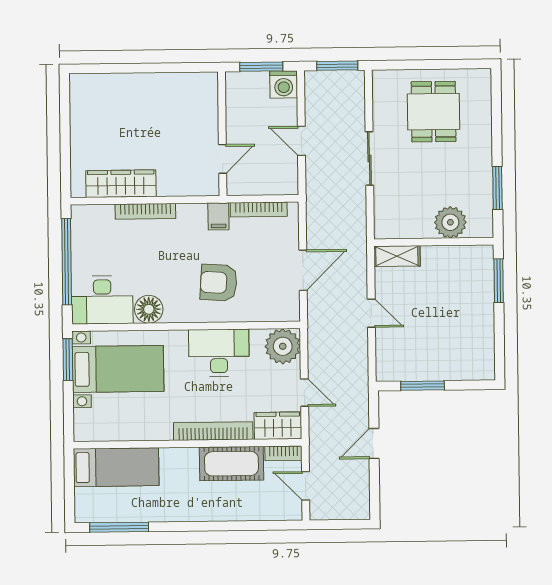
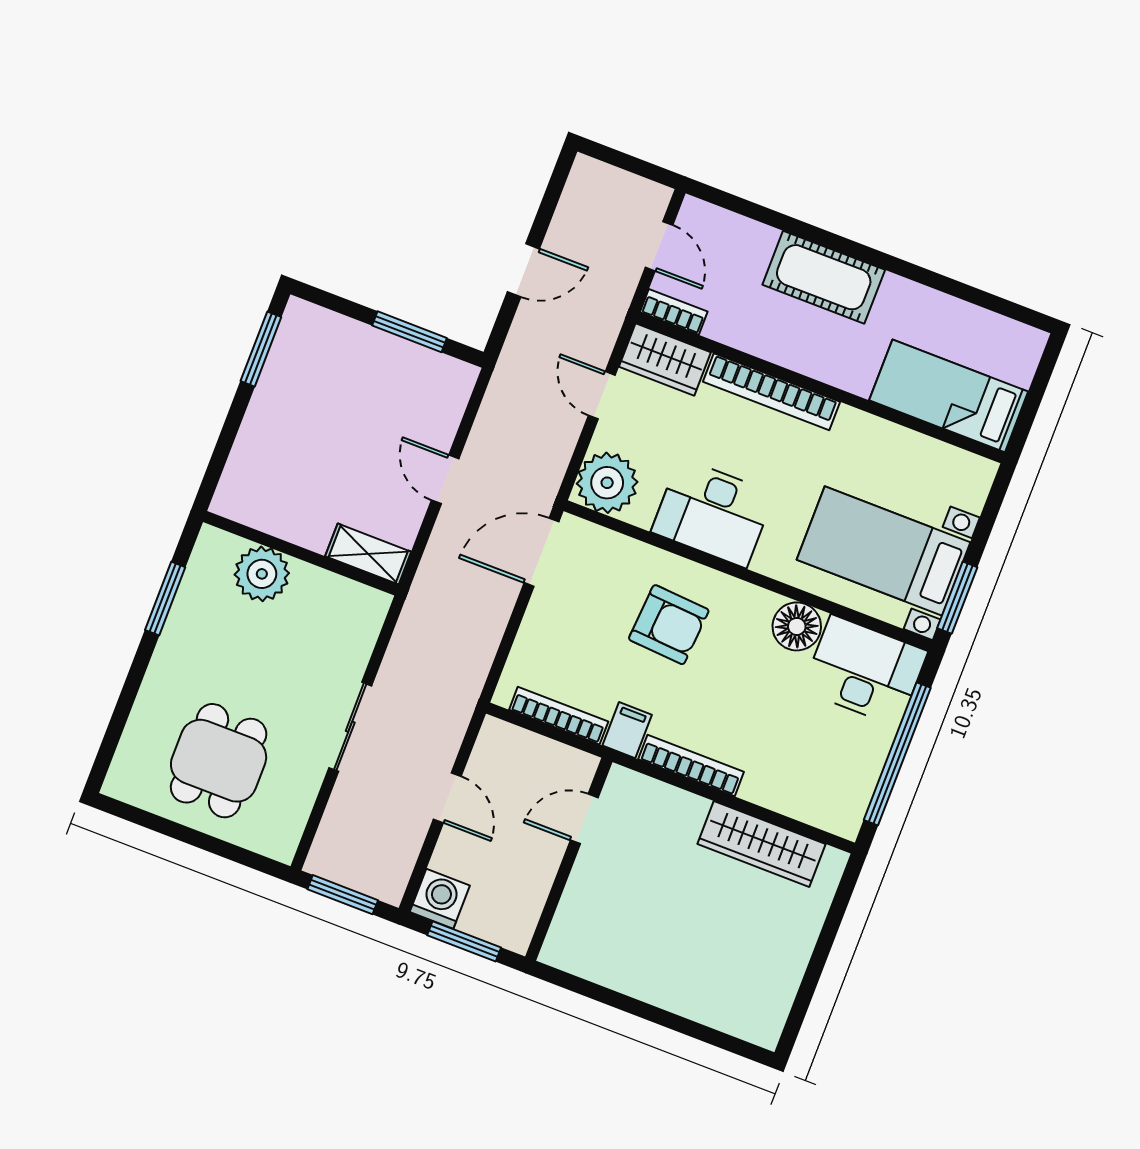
bookcase: (145, 211) -> (691, 766), moved
door: (303, 270) -> (542, 552), moved
window: (499, 281) -> (261, 349), moved
cot: (231, 464) -> (824, 277), moved
window: (119, 527) -> (982, 299), removed

